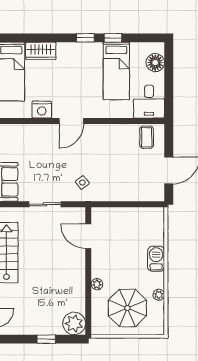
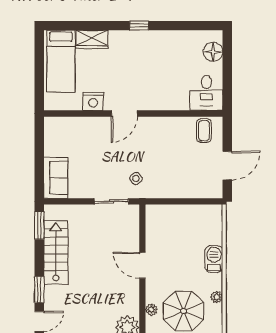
window: (113, 38) -> (168, 26), removed
bed: (116, 71) -> (172, 61), removed
sliding door: (45, 204) -> (111, 201), moved
door: (88, 236) -> (142, 265), moved
plant: (97, 284) -> (151, 310), moved

